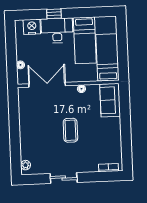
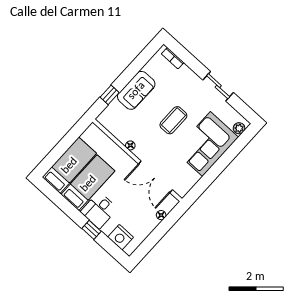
desk: (57, 31) -> (99, 210), width x0.73
bed: (107, 57) -> (69, 165), moved, turned 180
sofa: (110, 100) -> (136, 90), moved
window: (125, 107) -> (110, 95), added
corner sofa: (36, 136) -> (206, 144), added

